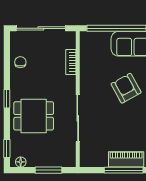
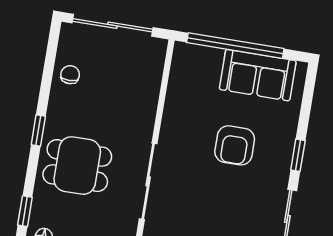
bookcase: (71, 62) -> (152, 88), removed
armchair: (126, 88) -> (235, 145), turned -151

